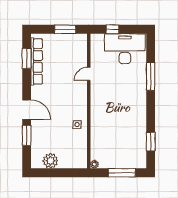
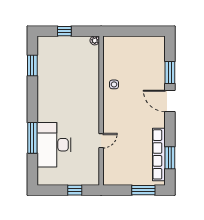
window: (65, 29) -> (143, 190), moved
desk: (125, 49) -> (54, 145), moved, turned 90
plant: (50, 161) -> (144, 44), removed
window: (122, 173) -> (64, 31), width x0.46

